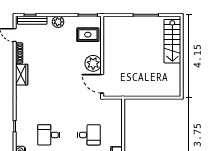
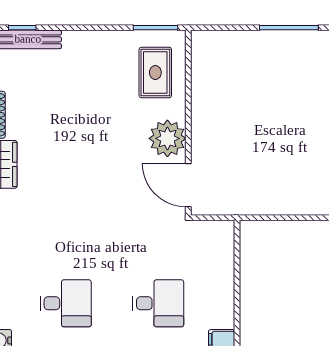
plant: (58, 22) -> (87, 43), removed
rug: (88, 35) -> (155, 73), turned 90
desk: (49, 135) -> (66, 303), turned 180

